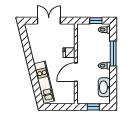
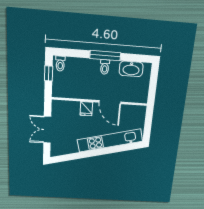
window: (113, 54) -> (105, 56), moved
kitchen unit: (44, 82) -> (110, 140), width x1.36
window: (93, 107) -> (153, 84), removed

